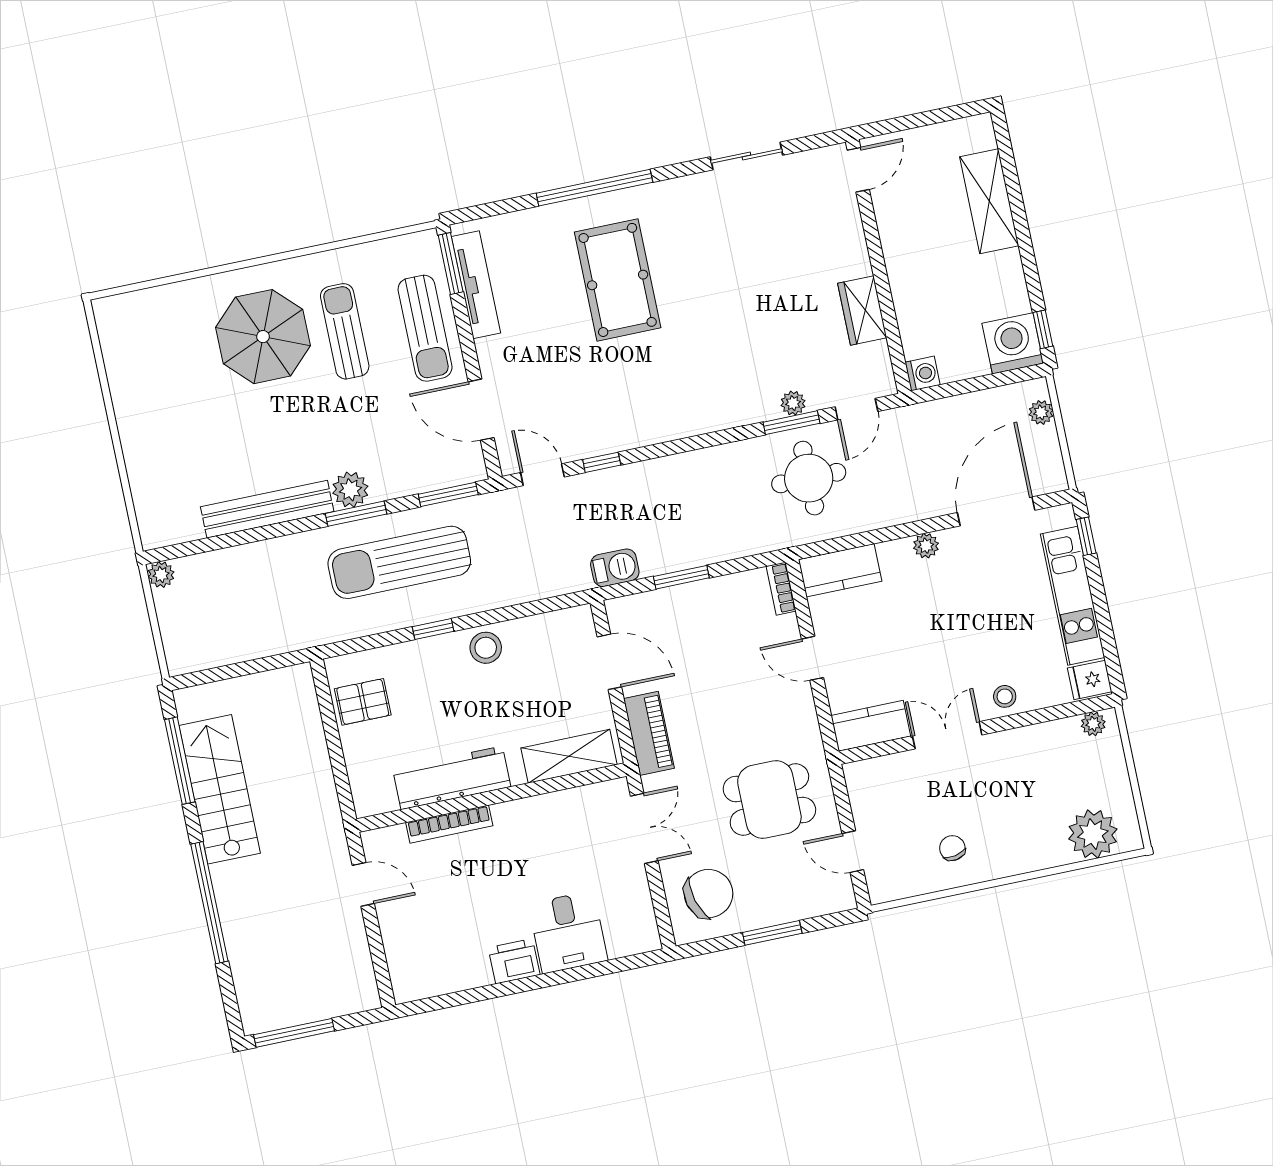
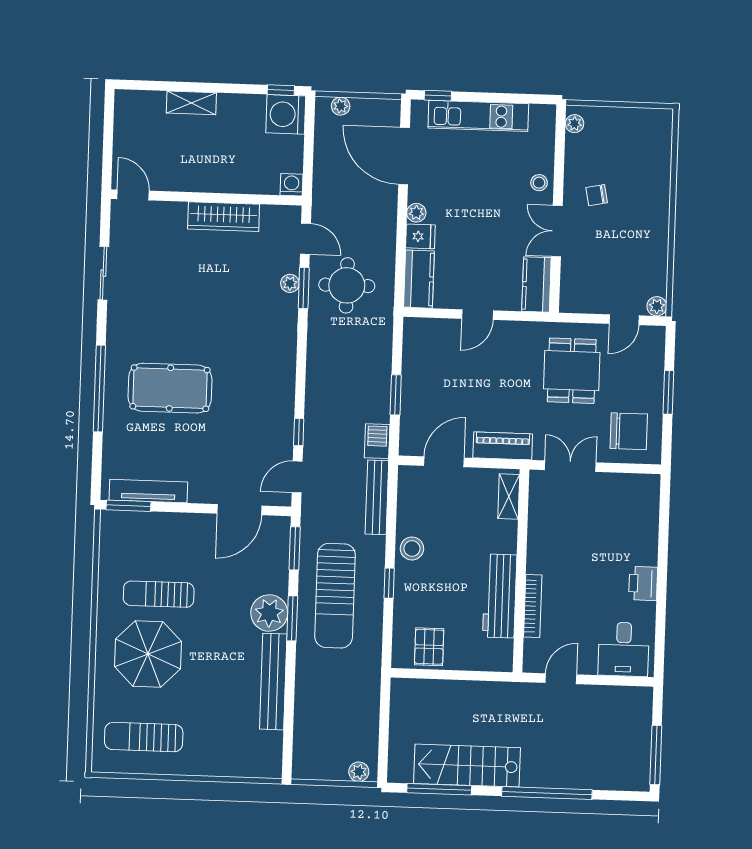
shelving: (989, 201) -> (191, 103), width x0.67, depth x0.75
wardrobe: (862, 311) -> (224, 217), width x1.50
sun lounger: (425, 328) -> (144, 737), moved, turned 180
plant: (350, 490) -> (269, 613), width x1.36, depth x1.36
plant: (161, 575) -> (359, 772), moved
bench: (541, 586) -> (377, 497), added
bookcase: (781, 589) -> (422, 325), removed
fridge: (1090, 680) -> (420, 236), moved, turned -90
shelving: (569, 756) -> (509, 496), width x0.67, depth x0.75
plant: (1093, 834) -> (657, 306), moved, width x0.53, depth x0.53
chair: (952, 848) -> (597, 195), moved
chair: (708, 894) -> (629, 431), turned 106
desk: (568, 932) -> (624, 649), moved, turned 90

